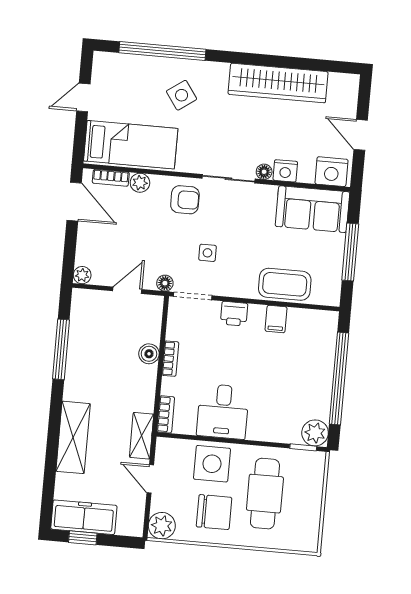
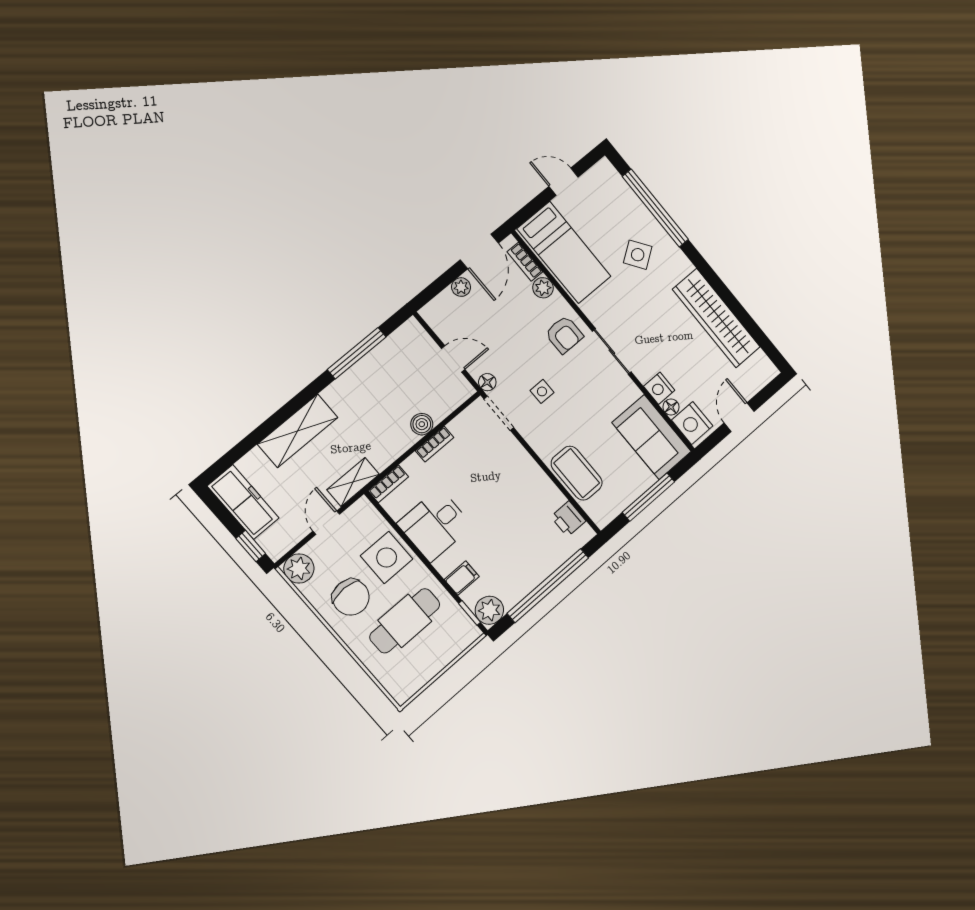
floor lamp: (264, 172) -> (671, 407), moved
plant: (82, 275) -> (461, 287), moved
printer: (234, 314) -> (568, 519), moved
filing cabinet: (276, 319) -> (462, 578), moved, turned 180
window: (83, 538) -> (251, 546), moved

